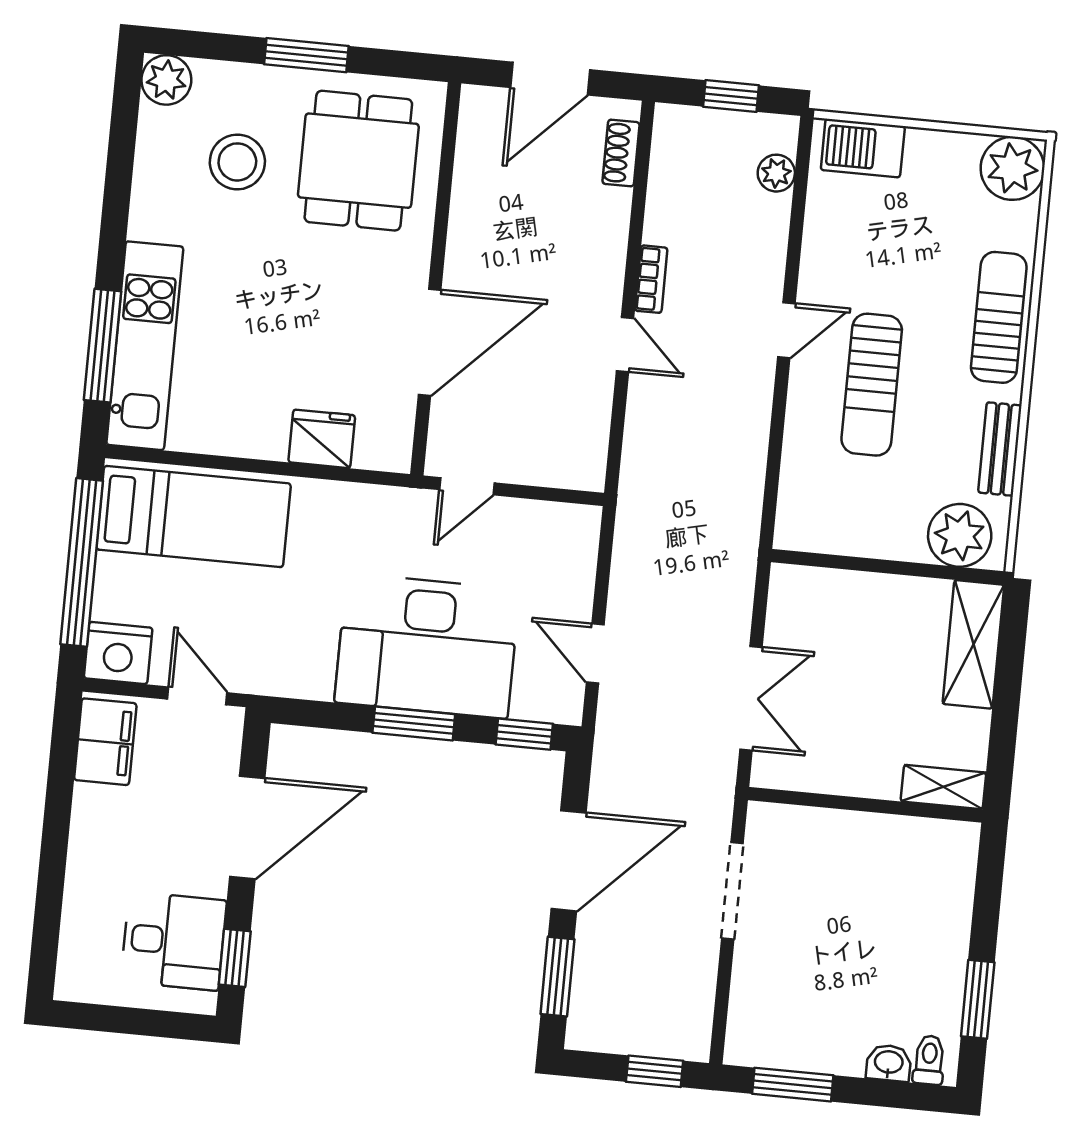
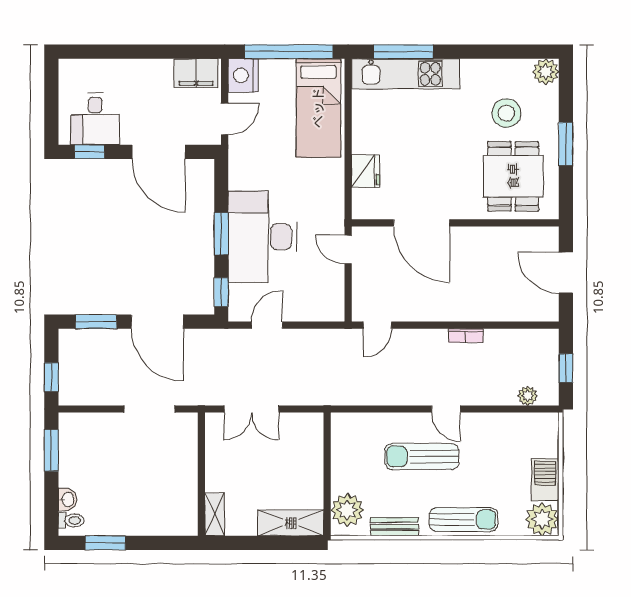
barbecue: (863, 148) -> (545, 480), moved
shoe rack: (621, 153) -> (530, 313), removed
dining table: (358, 161) -> (513, 176), turned 90
door: (625, 344) -> (377, 325), moved

